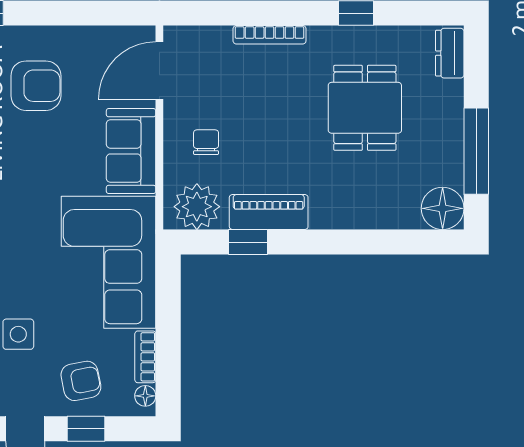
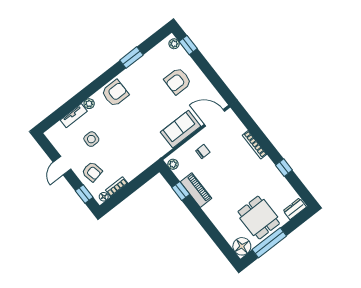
armchair: (36, 86) -> (178, 81), turned 90
dining table: (365, 108) -> (259, 218), moved, turned 90
plant: (197, 207) -> (173, 164), width x0.53, depth x0.53
corner sofa: (109, 262) -> (138, 150), removed
window: (86, 429) -> (84, 194), moved

